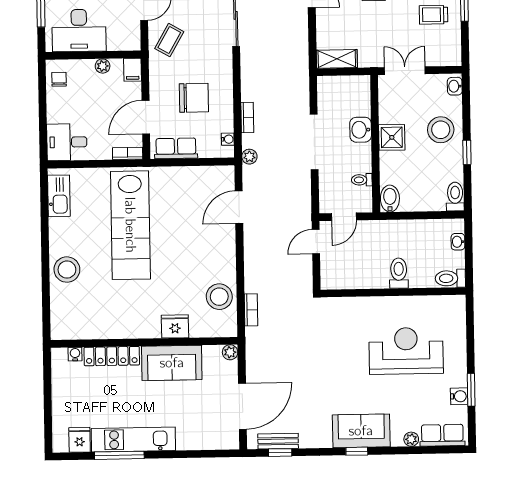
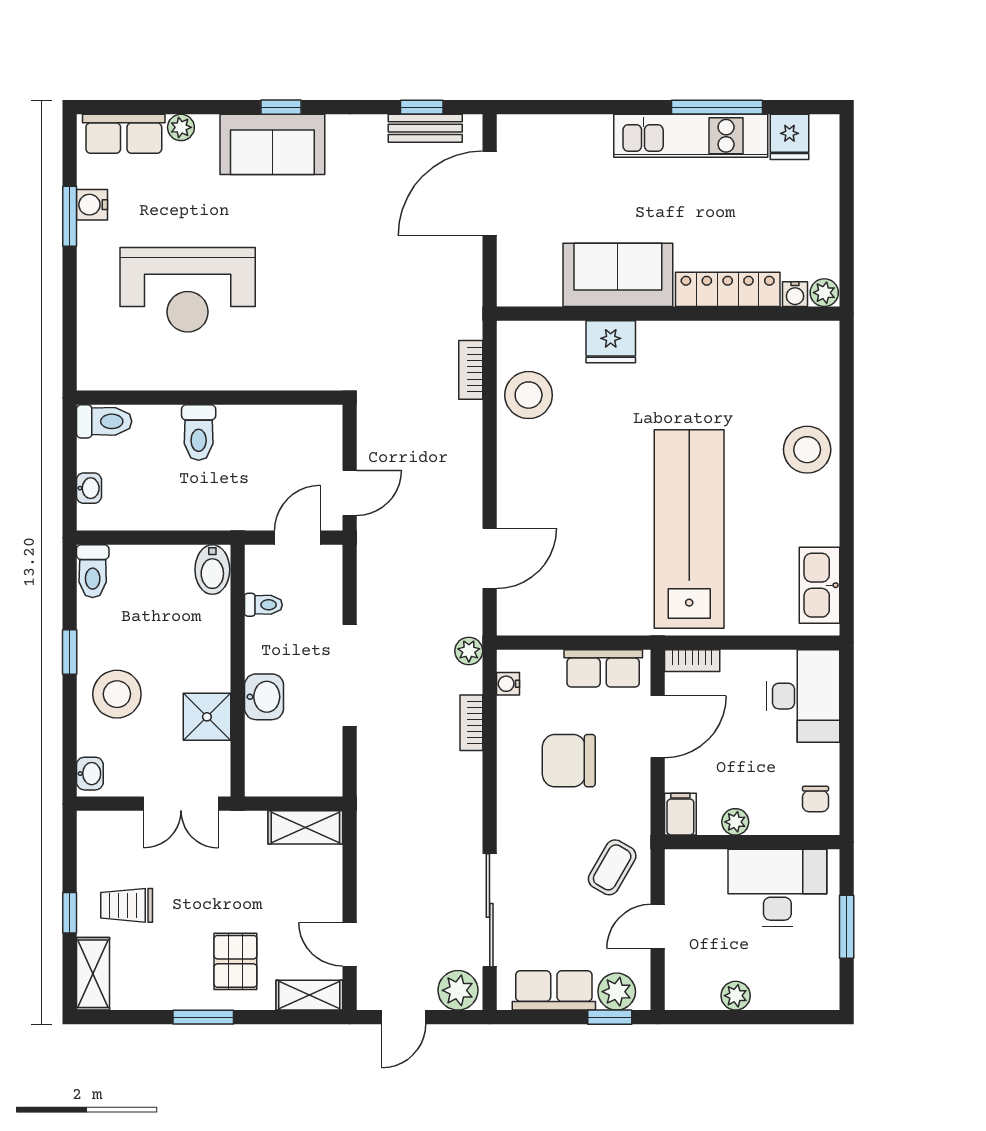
trolley: (433, 15) -> (127, 905), turned 180
shower: (392, 137) -> (207, 717), moved
desk: (67, 142) -> (803, 696), width x1.37
plant: (230, 352) -> (824, 293), moved

